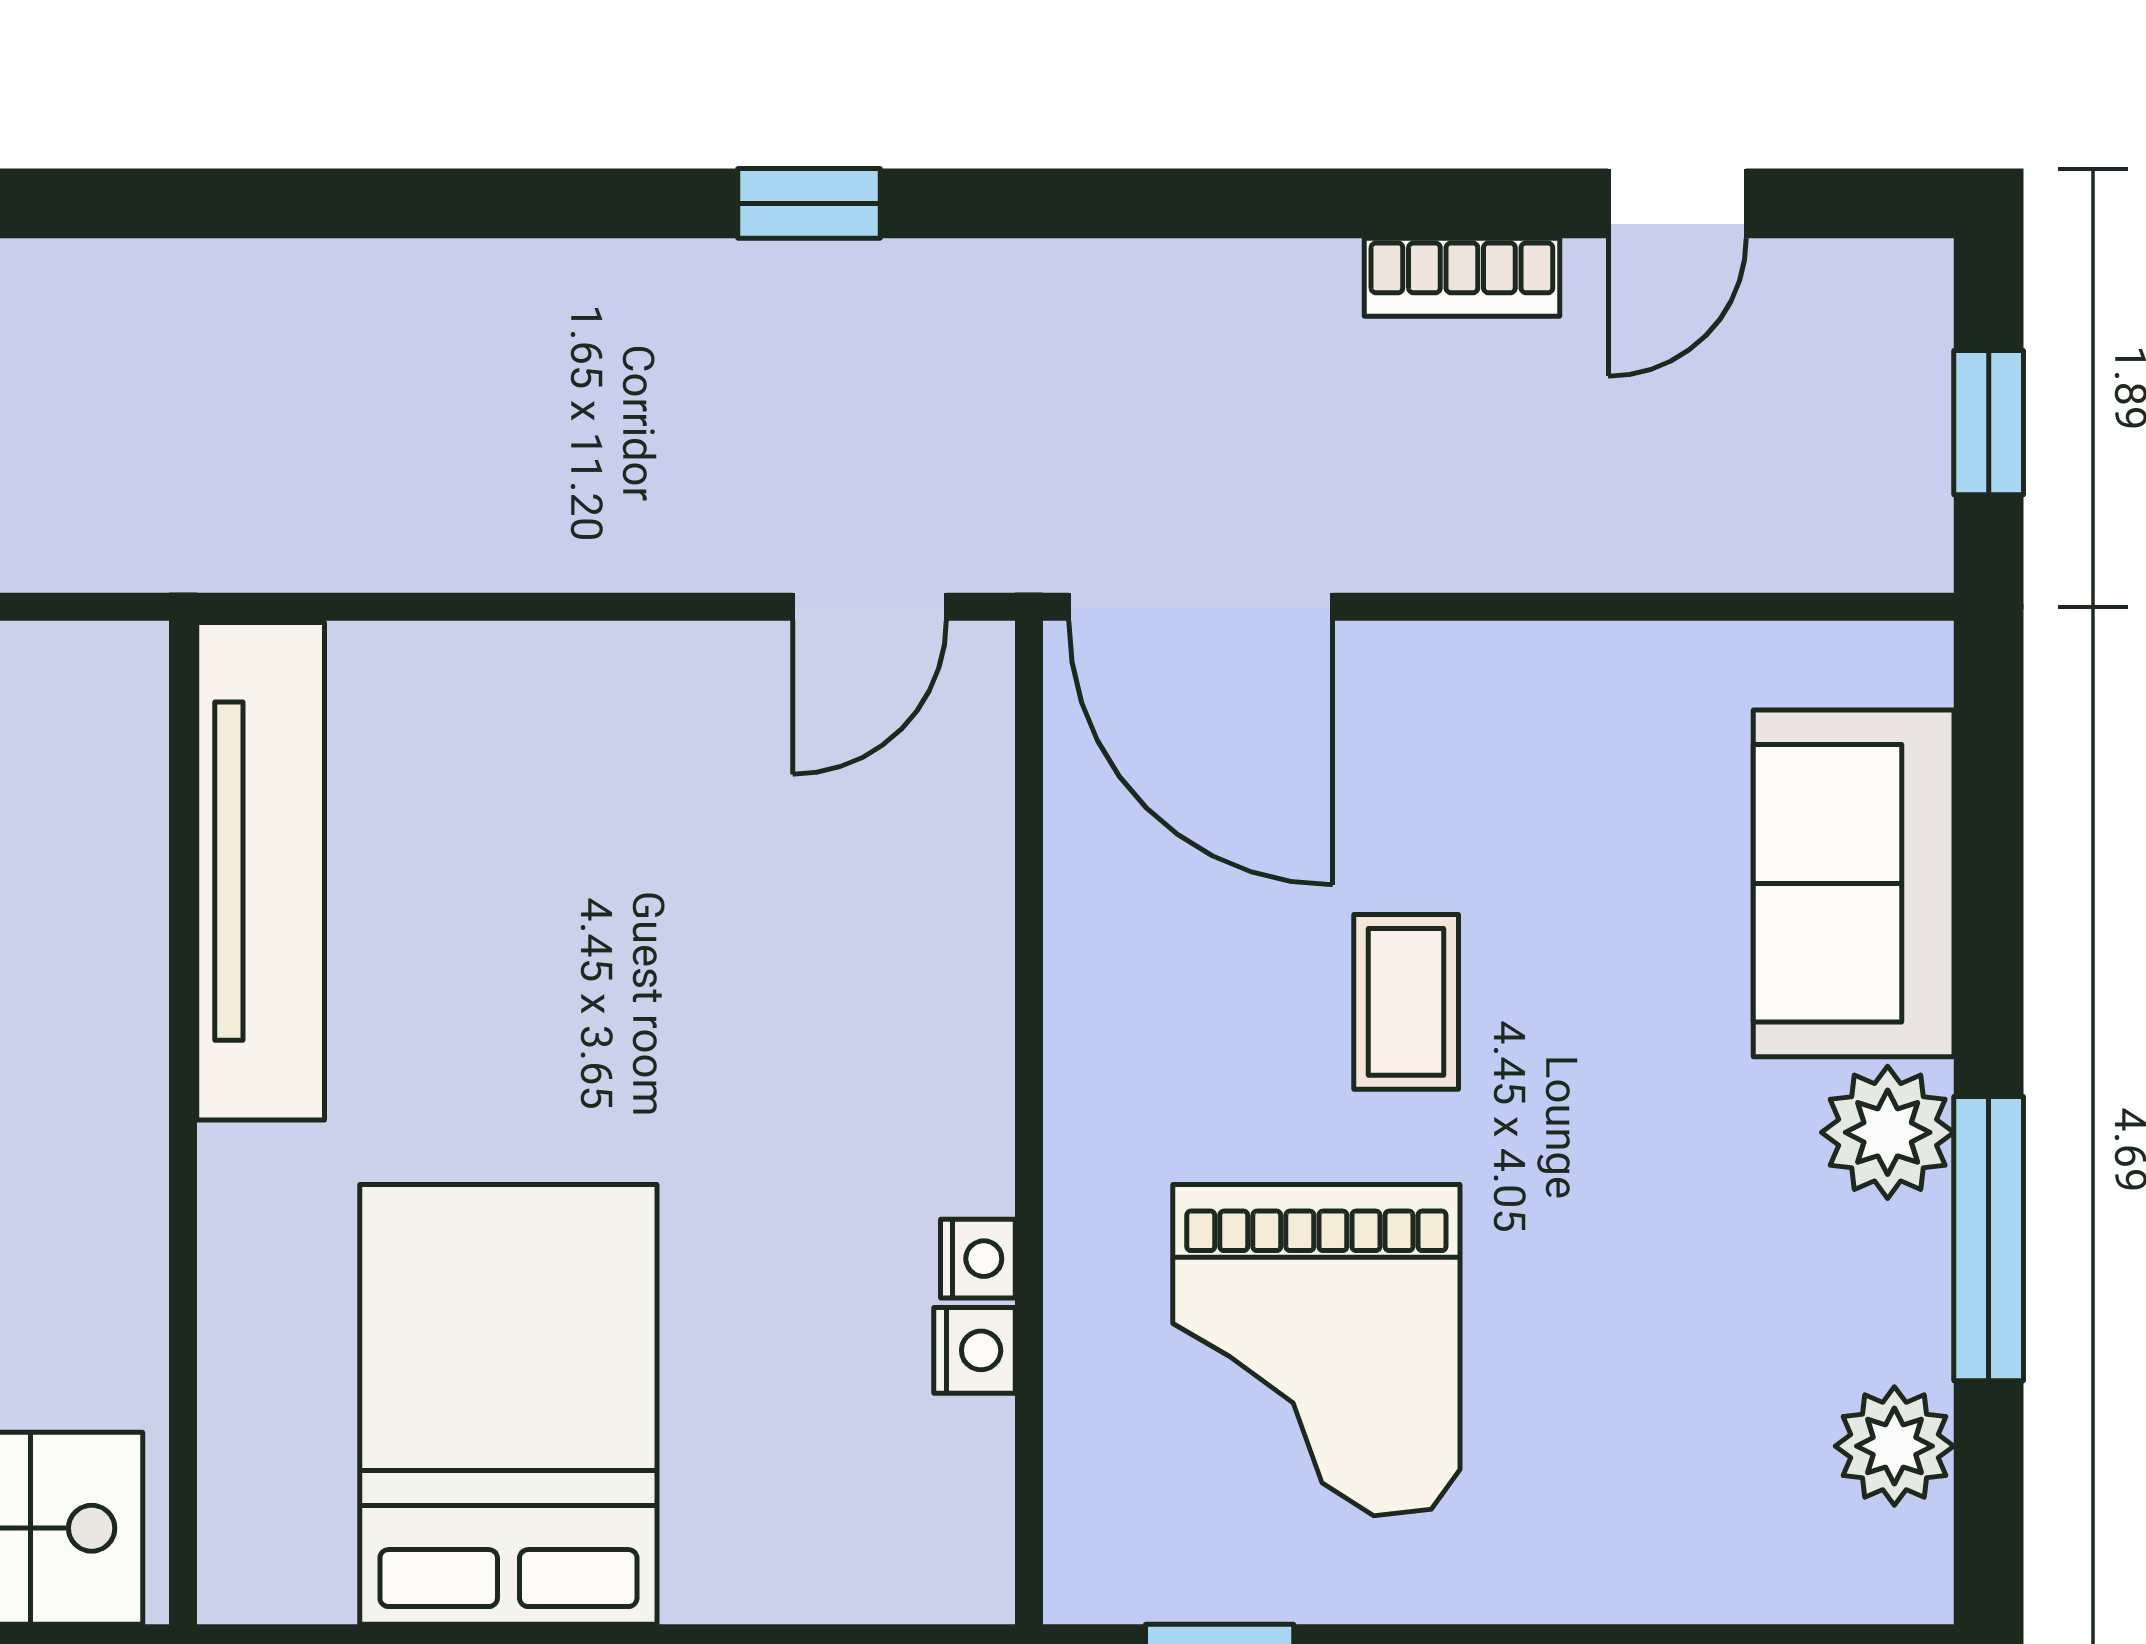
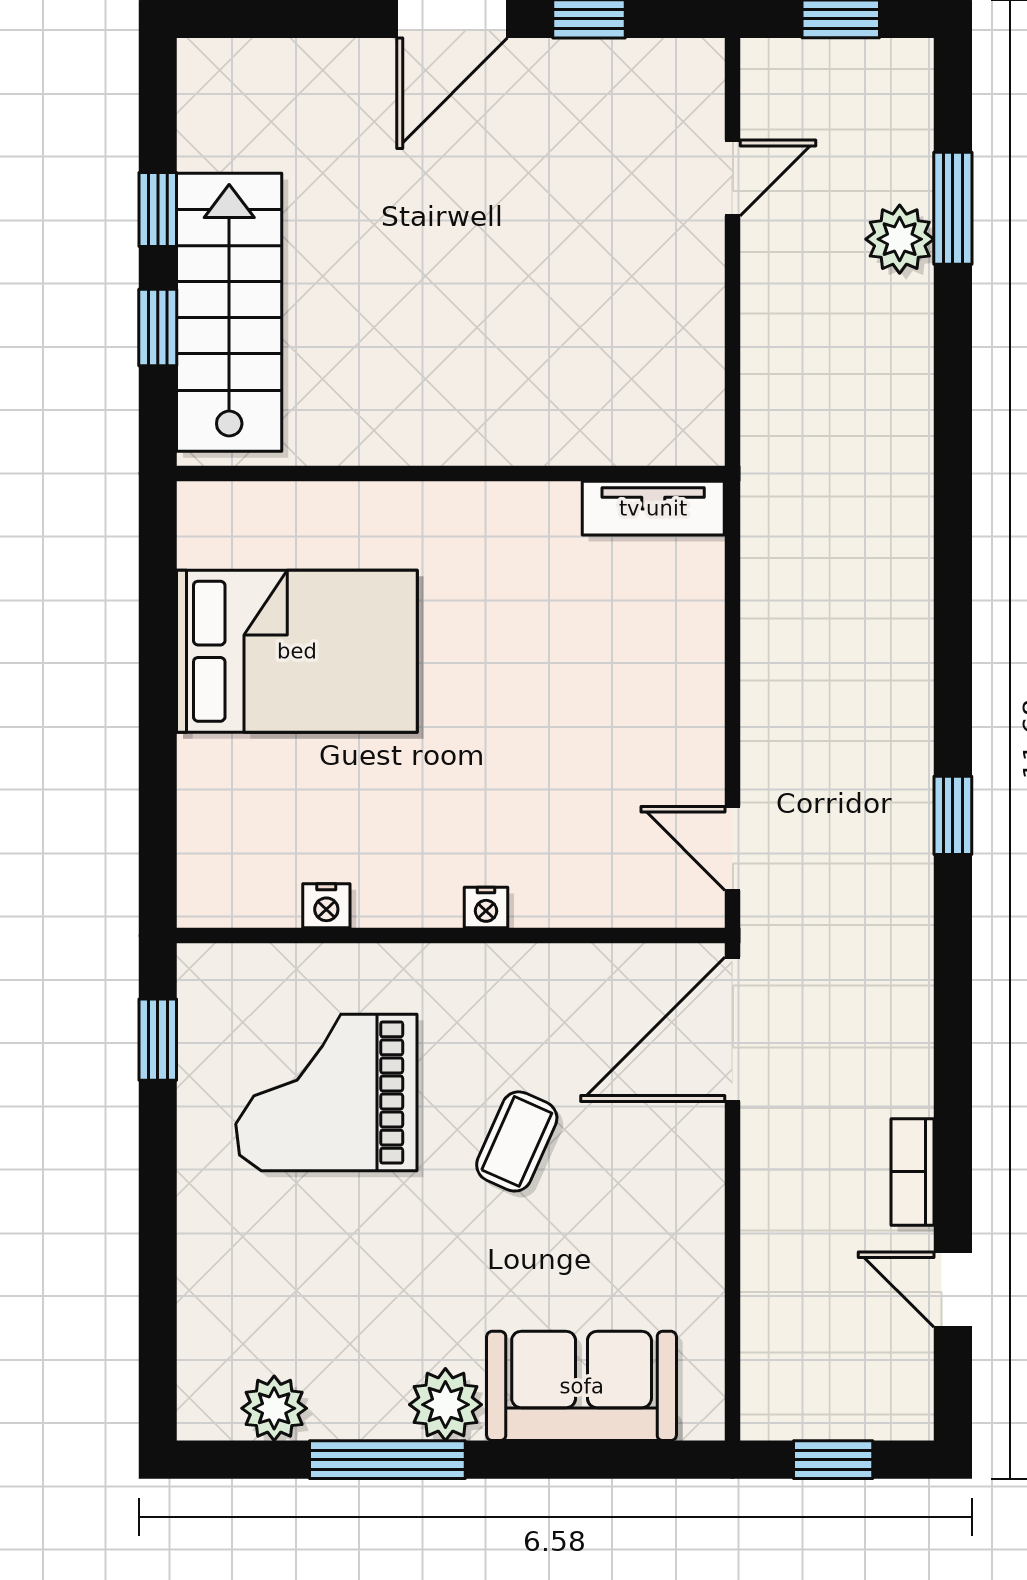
tv unit: (261, 871) -> (653, 508), width x0.52, depth x0.78
coffee table: (1406, 1002) -> (517, 1141), turned -66
nightstand: (978, 1259) -> (486, 908), moved

